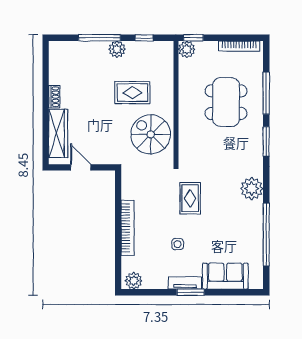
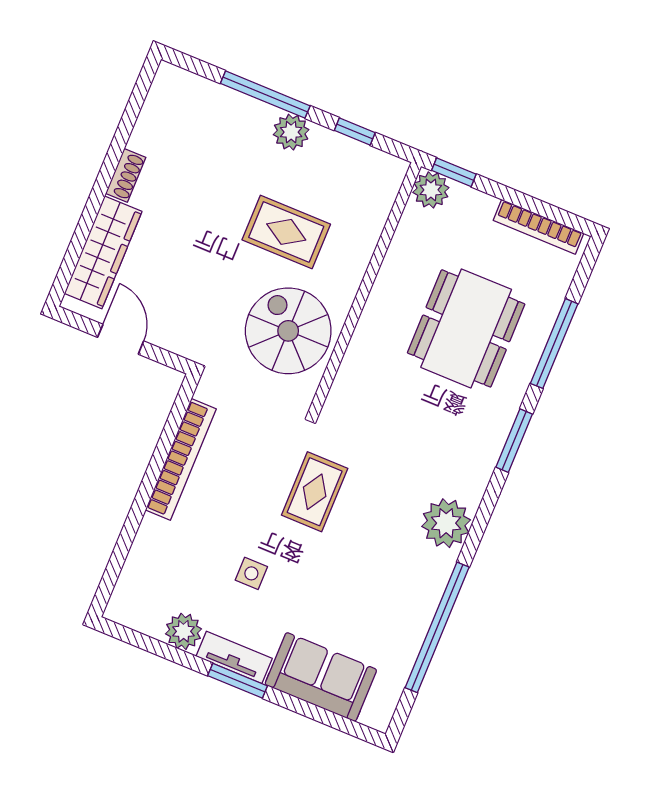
bookcase: (127, 228) -> (181, 459), moved
plant: (134, 281) -> (183, 631), moved

